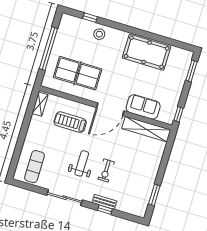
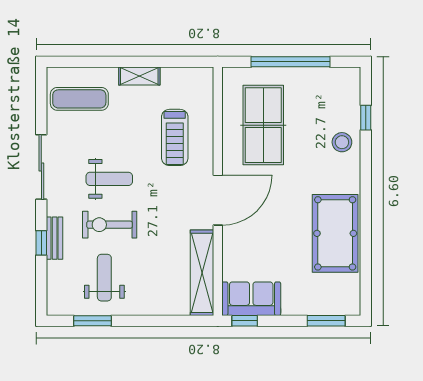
shelving: (40, 104) -> (139, 76), moved
sofa: (143, 107) -> (251, 299), moved, turned -90
door: (110, 109) -> (218, 200), swing flipped
treadmill: (70, 122) -> (175, 137), turned 180
exercise bike: (106, 171) -> (110, 225), width x1.38, depth x1.39
weight bench: (133, 182) -> (104, 278), added

